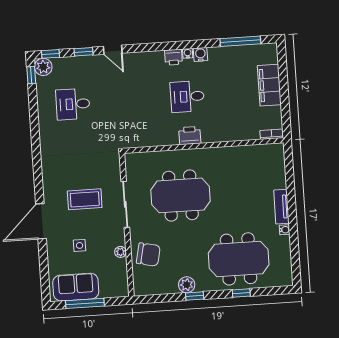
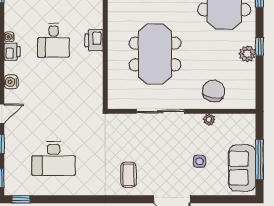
water cooler: (200, 54) -> (11, 82), moved
plant: (43, 67) -> (13, 186), removed
desk: (73, 104) -> (54, 158), width x1.37
coffee table: (85, 199) -> (129, 175), moved, width x0.73, depth x0.77

